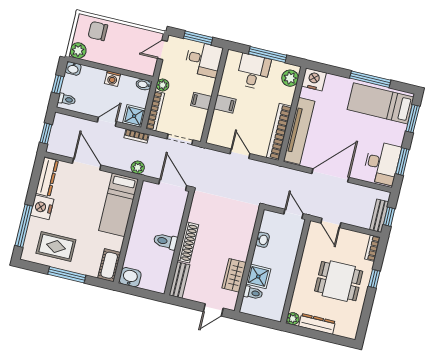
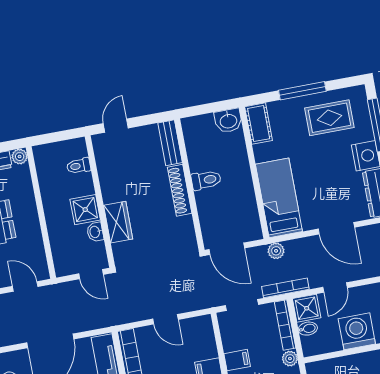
washing machine: (112, 79) -> (357, 331), width x1.89, depth x1.89
bidet: (144, 85) -> (308, 329), moved
bookcase: (137, 136) -> (285, 288), width x1.56
door: (293, 214) -> (91, 274), moved
wardrobe: (234, 275) -> (118, 222), moved
shower: (258, 276) -> (85, 210), moved

